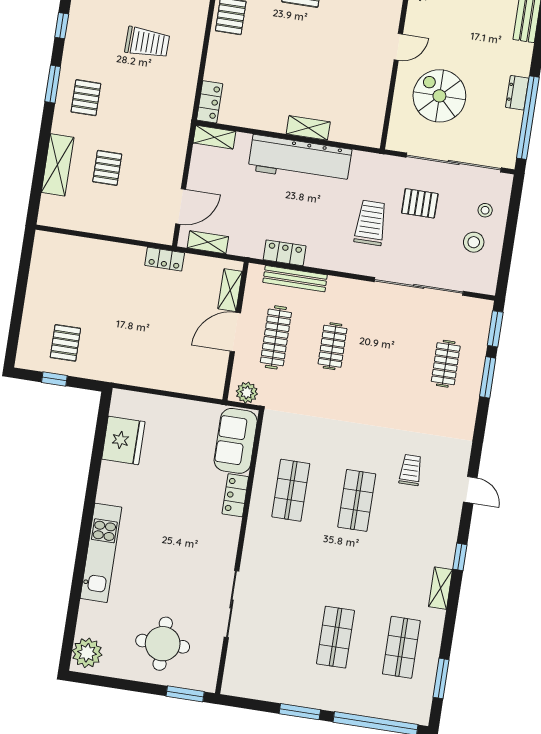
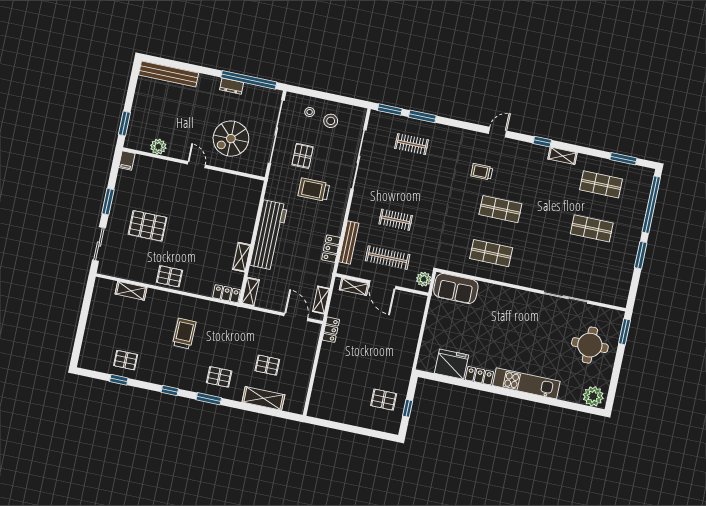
shelving: (308, 128) -> (242, 257), moved
locker: (235, 495) -> (479, 376), moved, turned 180

